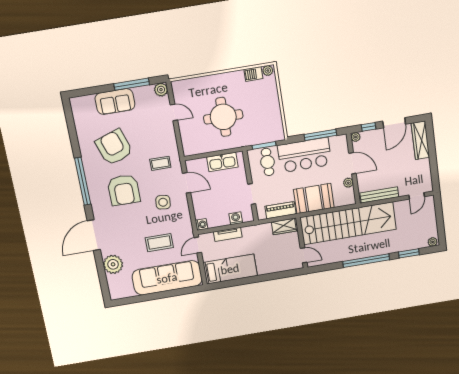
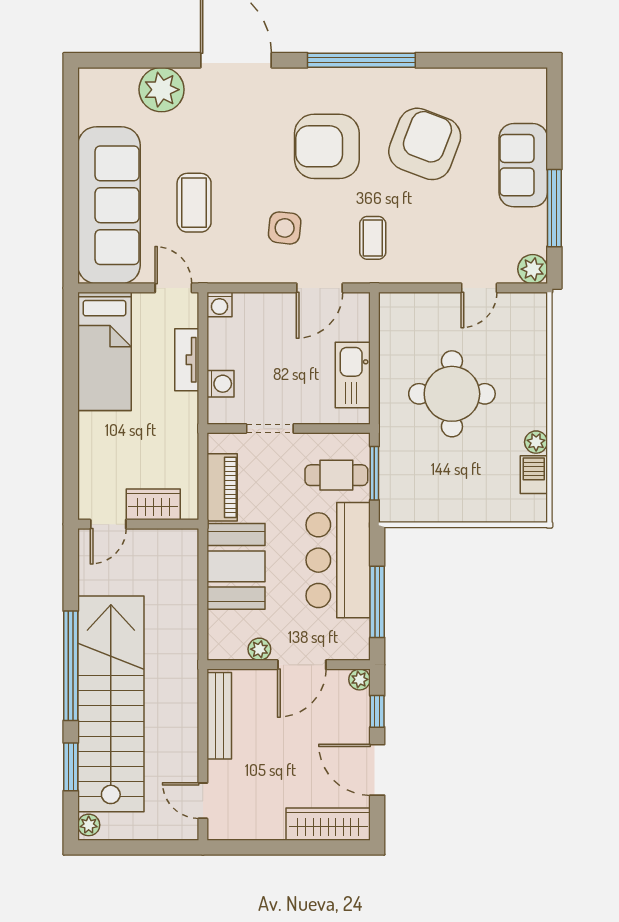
plant: (268, 71) -> (536, 442), moved
armchair: (114, 147) -> (425, 144), turned -50
stairs: (348, 223) -> (111, 704), moved, turned 180
wardrobe: (284, 227) -> (153, 504), moved, turned 90

